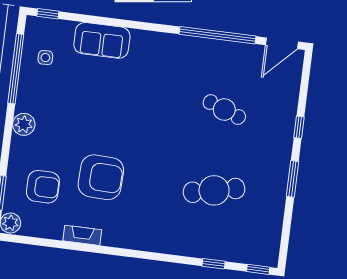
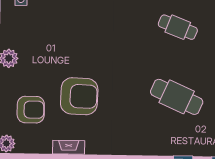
cafe table: (214, 190) -> (177, 97), turned 36

